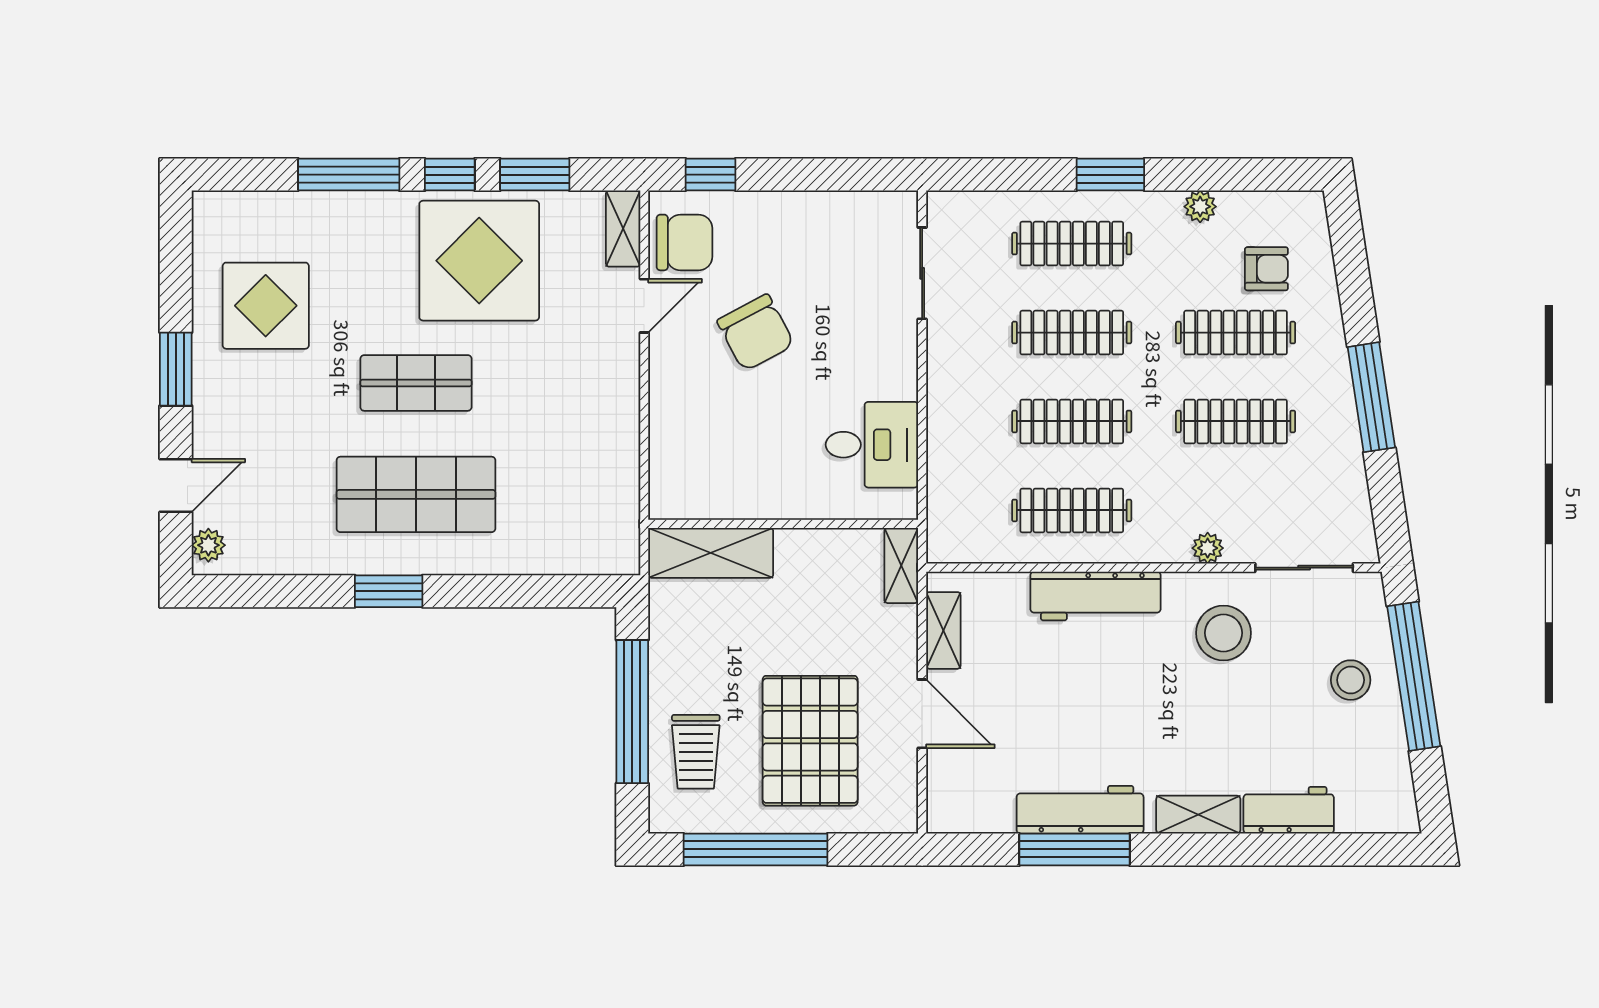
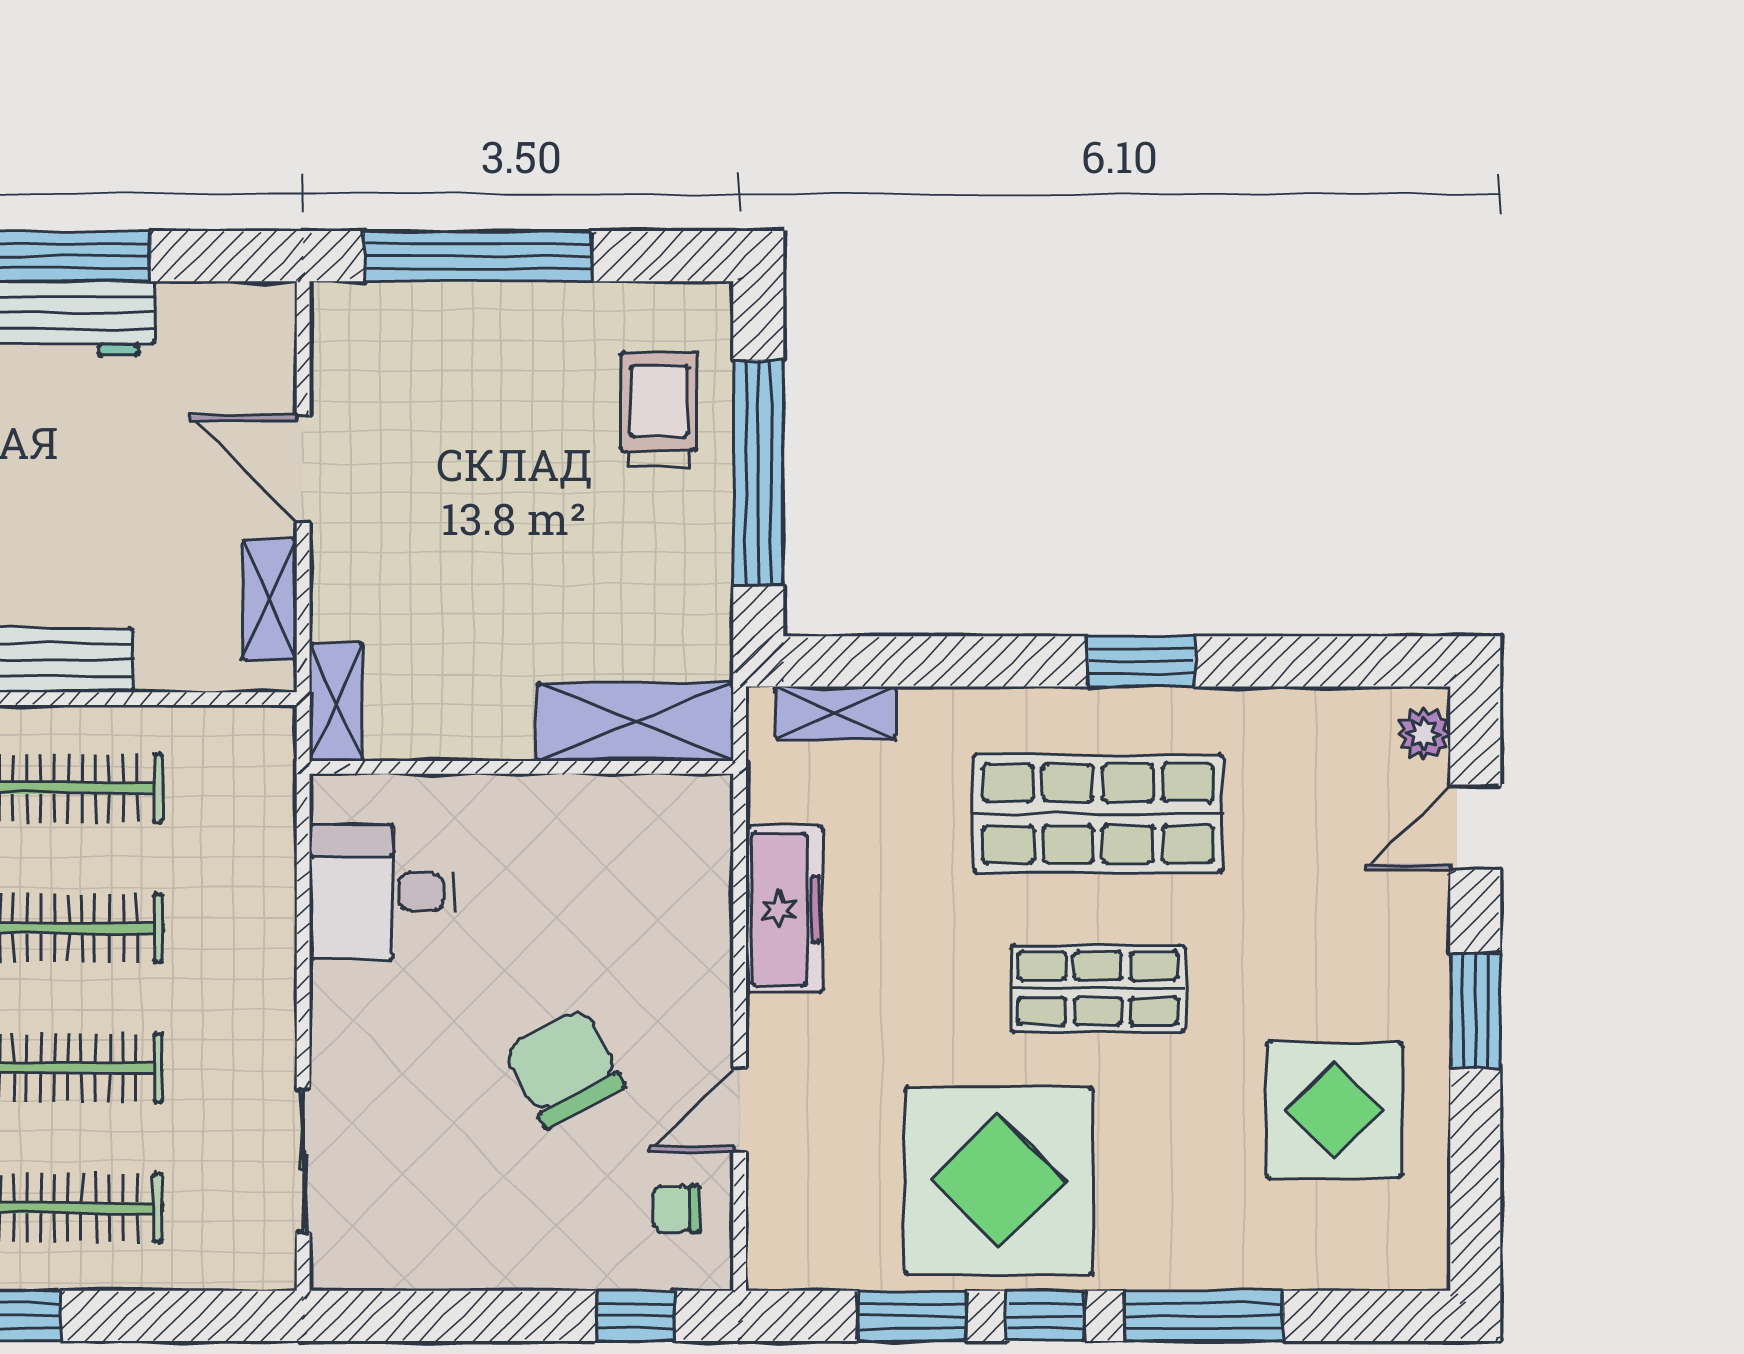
shelving: (623, 229) -> (835, 713), moved, turned 90
chair: (684, 242) -> (676, 1209), width x0.54, depth x0.54
freezer: (616, 434) -> (784, 909), added
pallet: (810, 741) -> (479, 427), removed
window: (756, 849) -> (478, 256), moved

